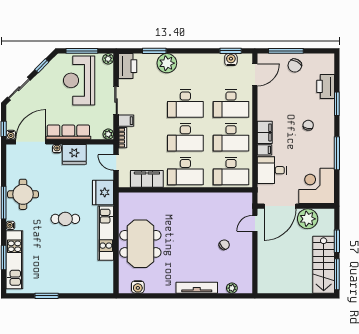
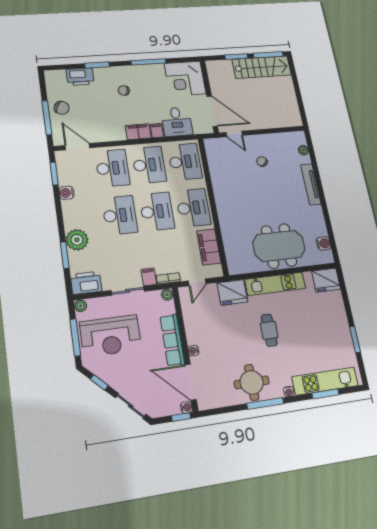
water cooler: (231, 60) -> (67, 193), moved
fridge: (74, 154) -> (326, 280), moved, turned 90
plant: (308, 219) -> (220, 85), removed

